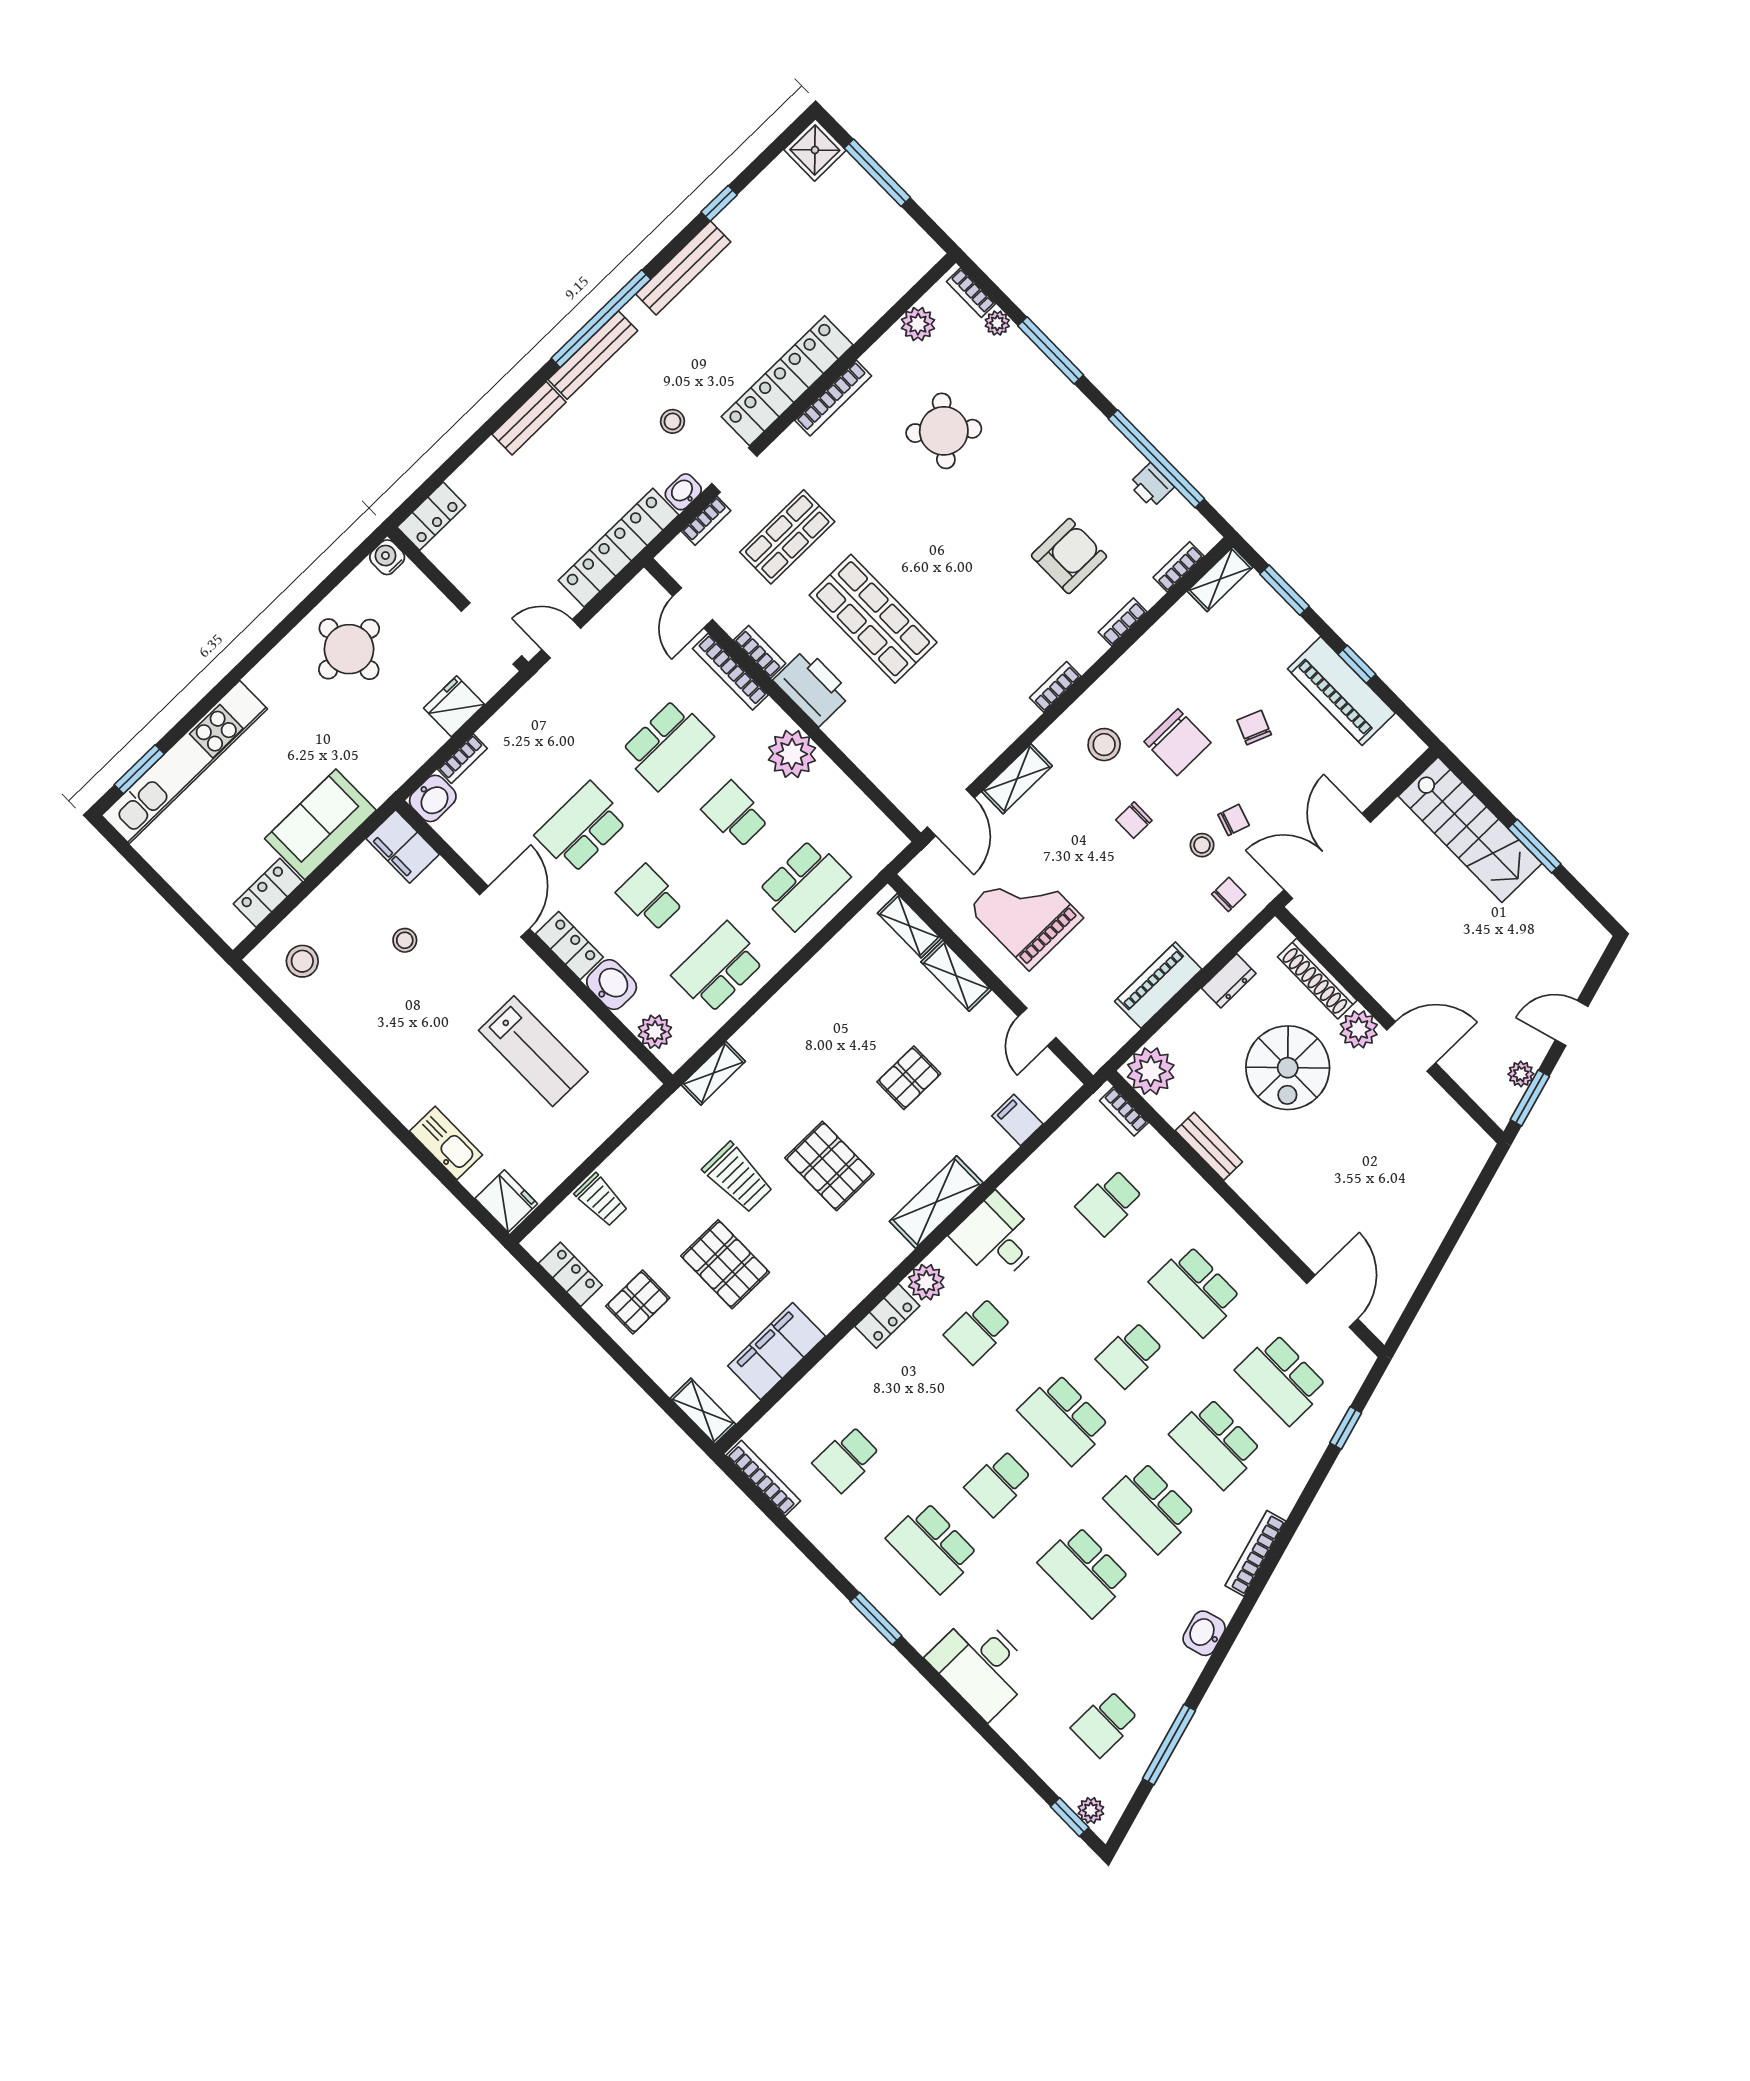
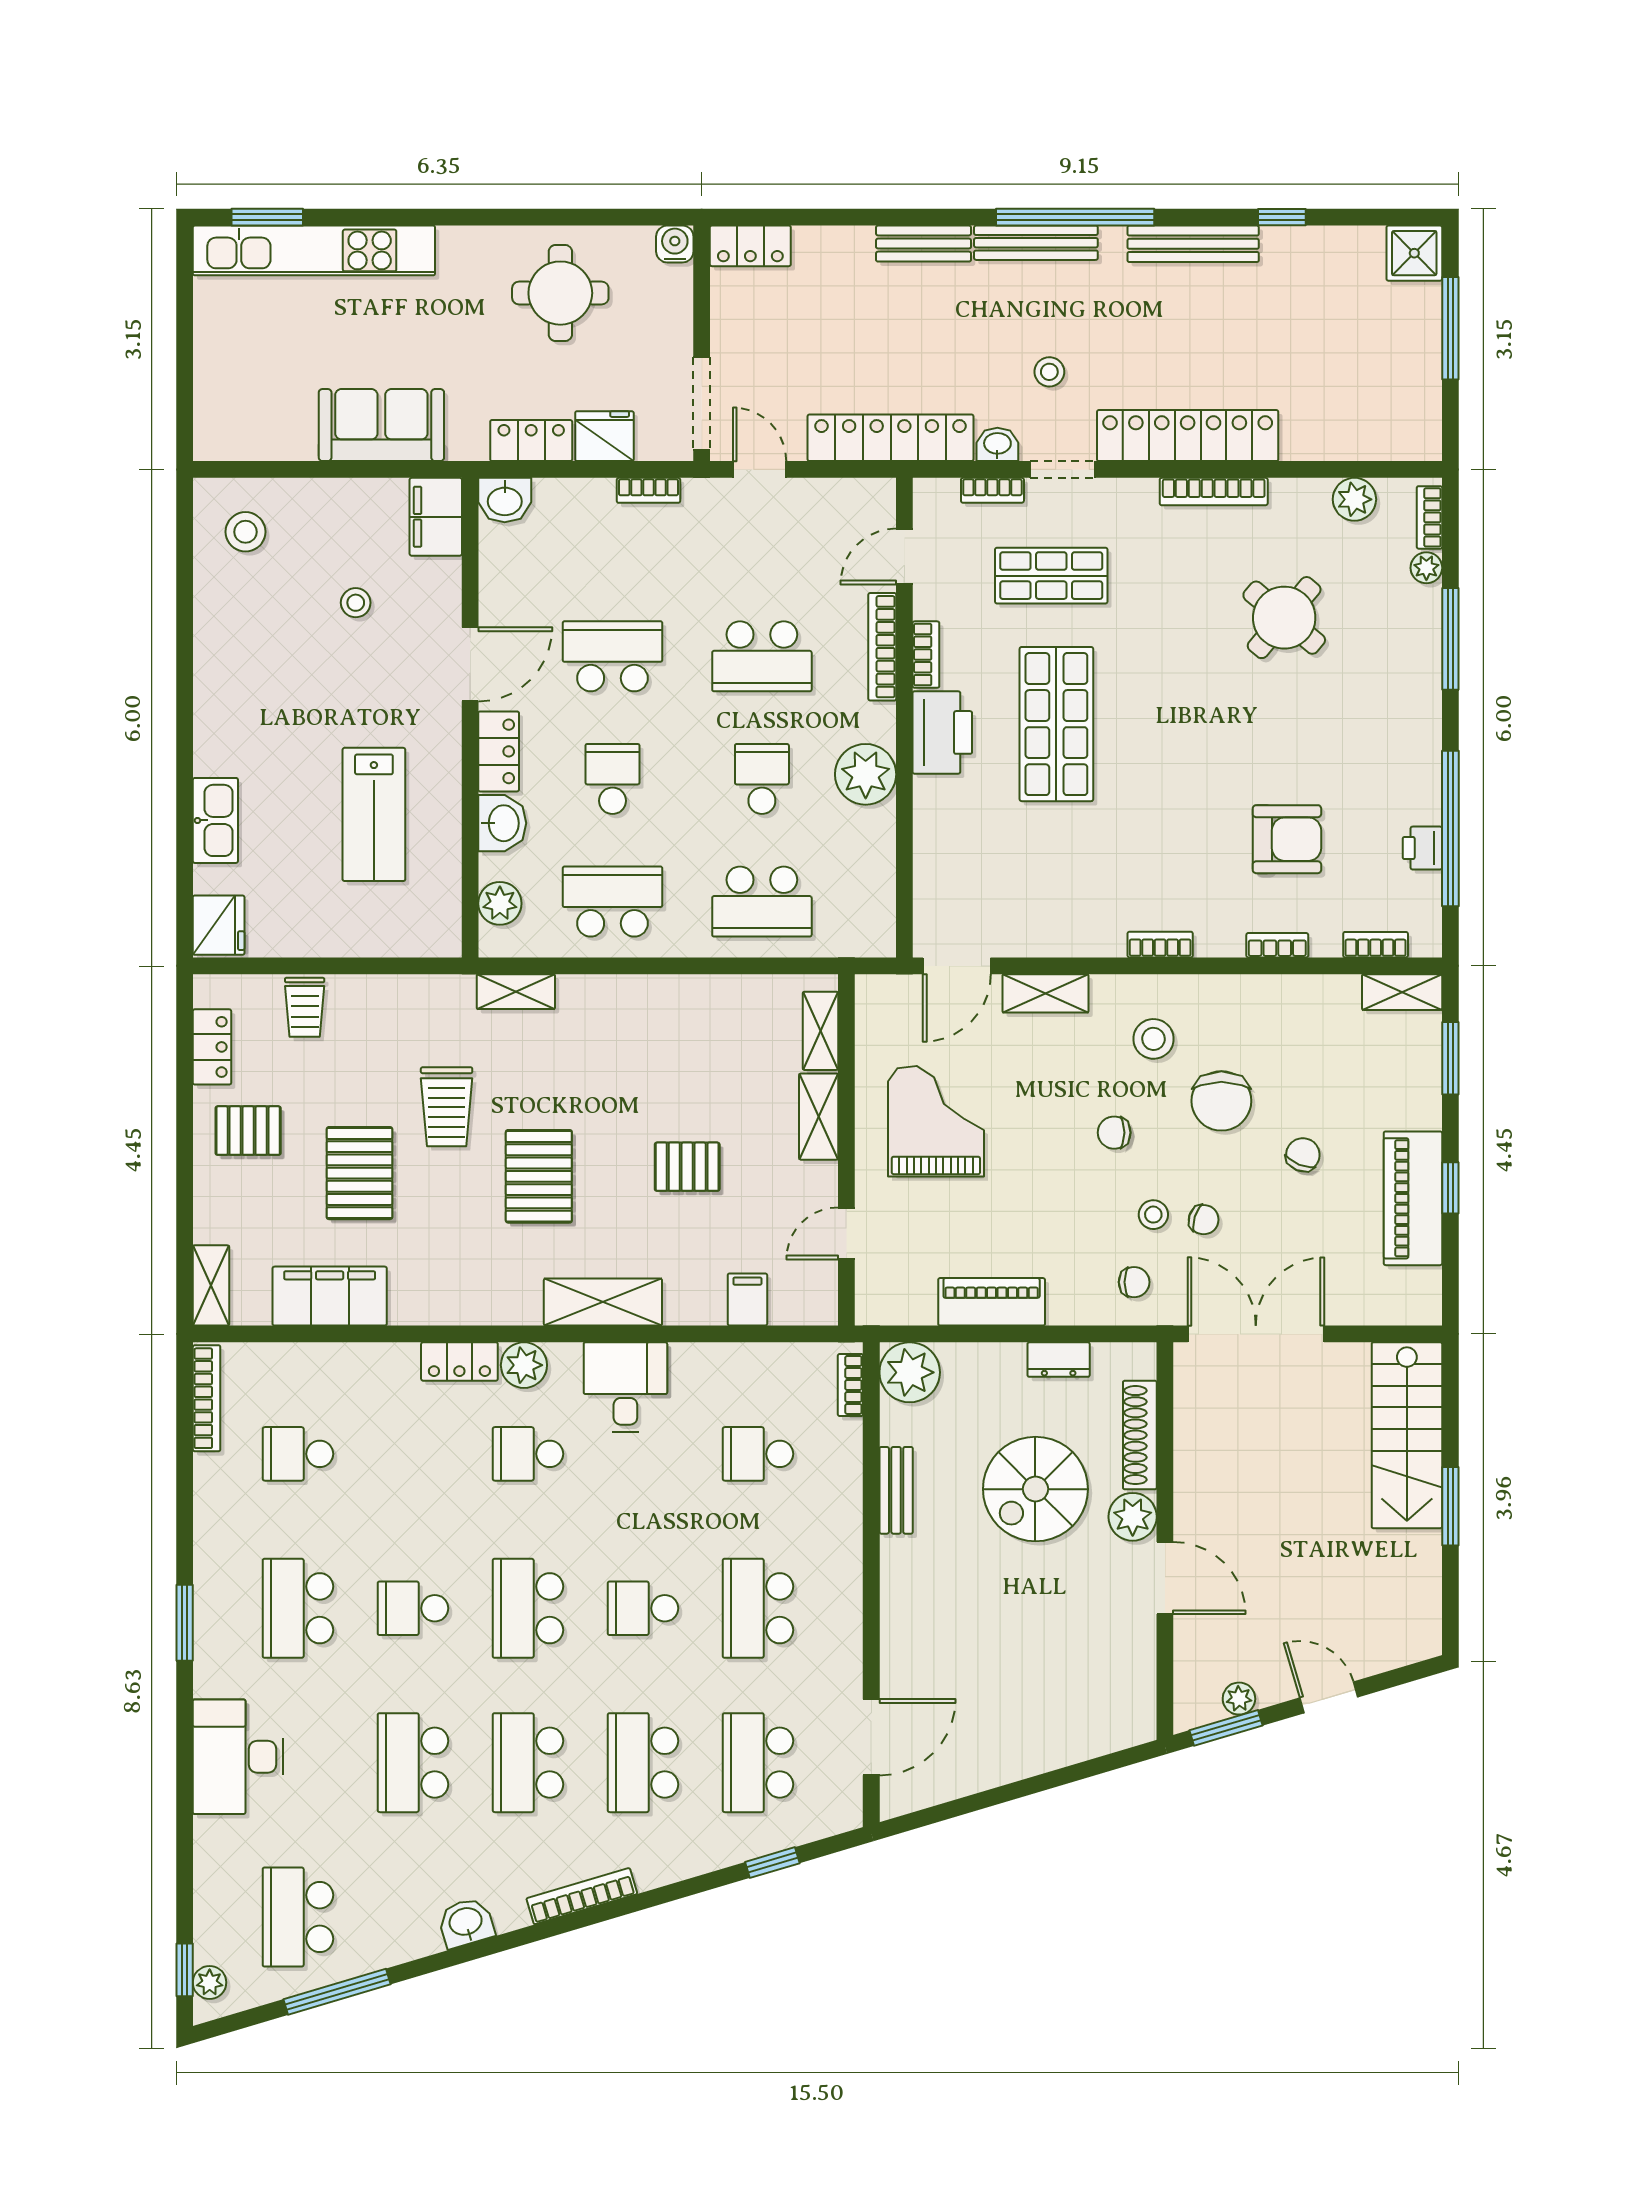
bookcase: (462, 759) -> (648, 490), moved
locker: (268, 893) -> (531, 441), moved
school desk: (1105, 1724) -> (298, 1917), width x1.85

